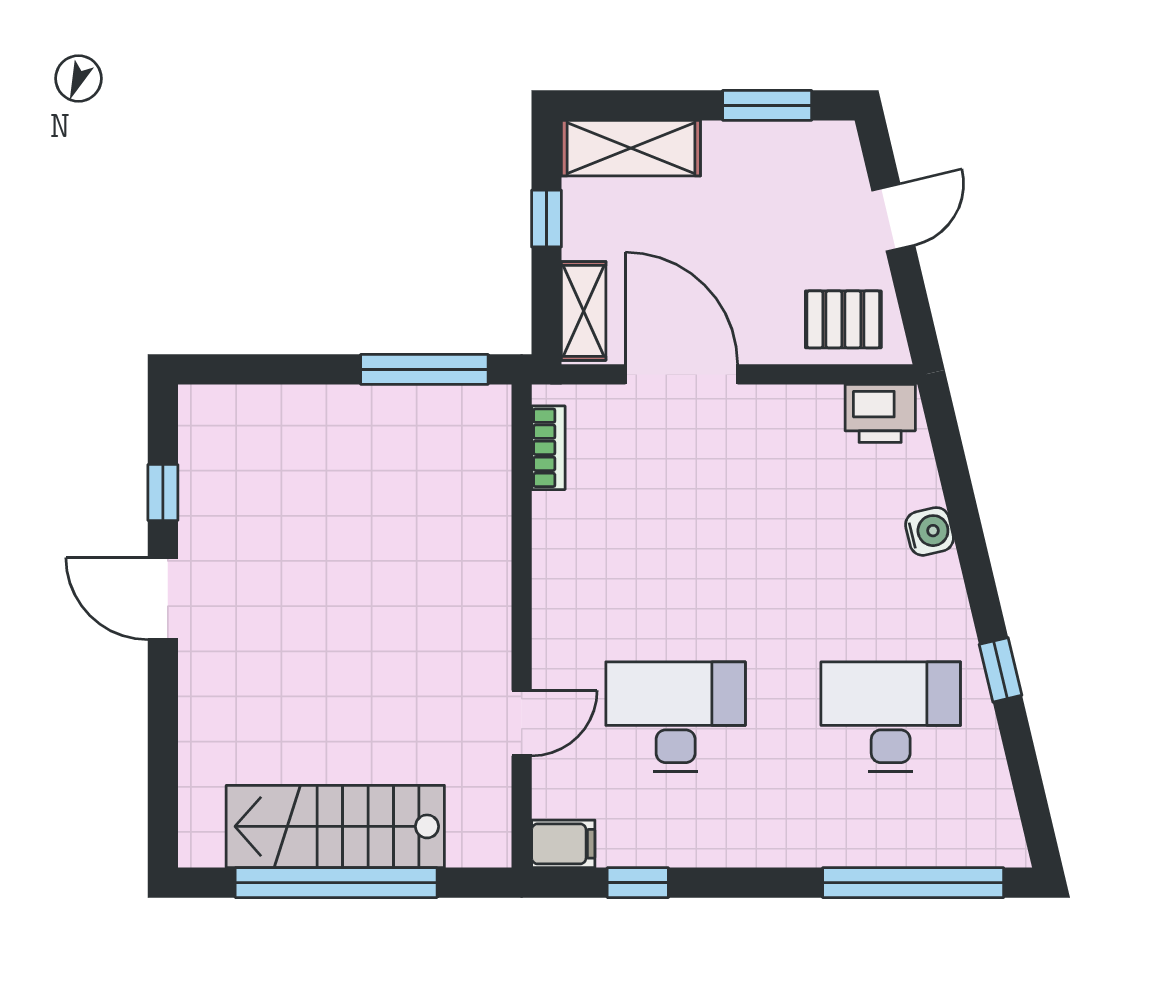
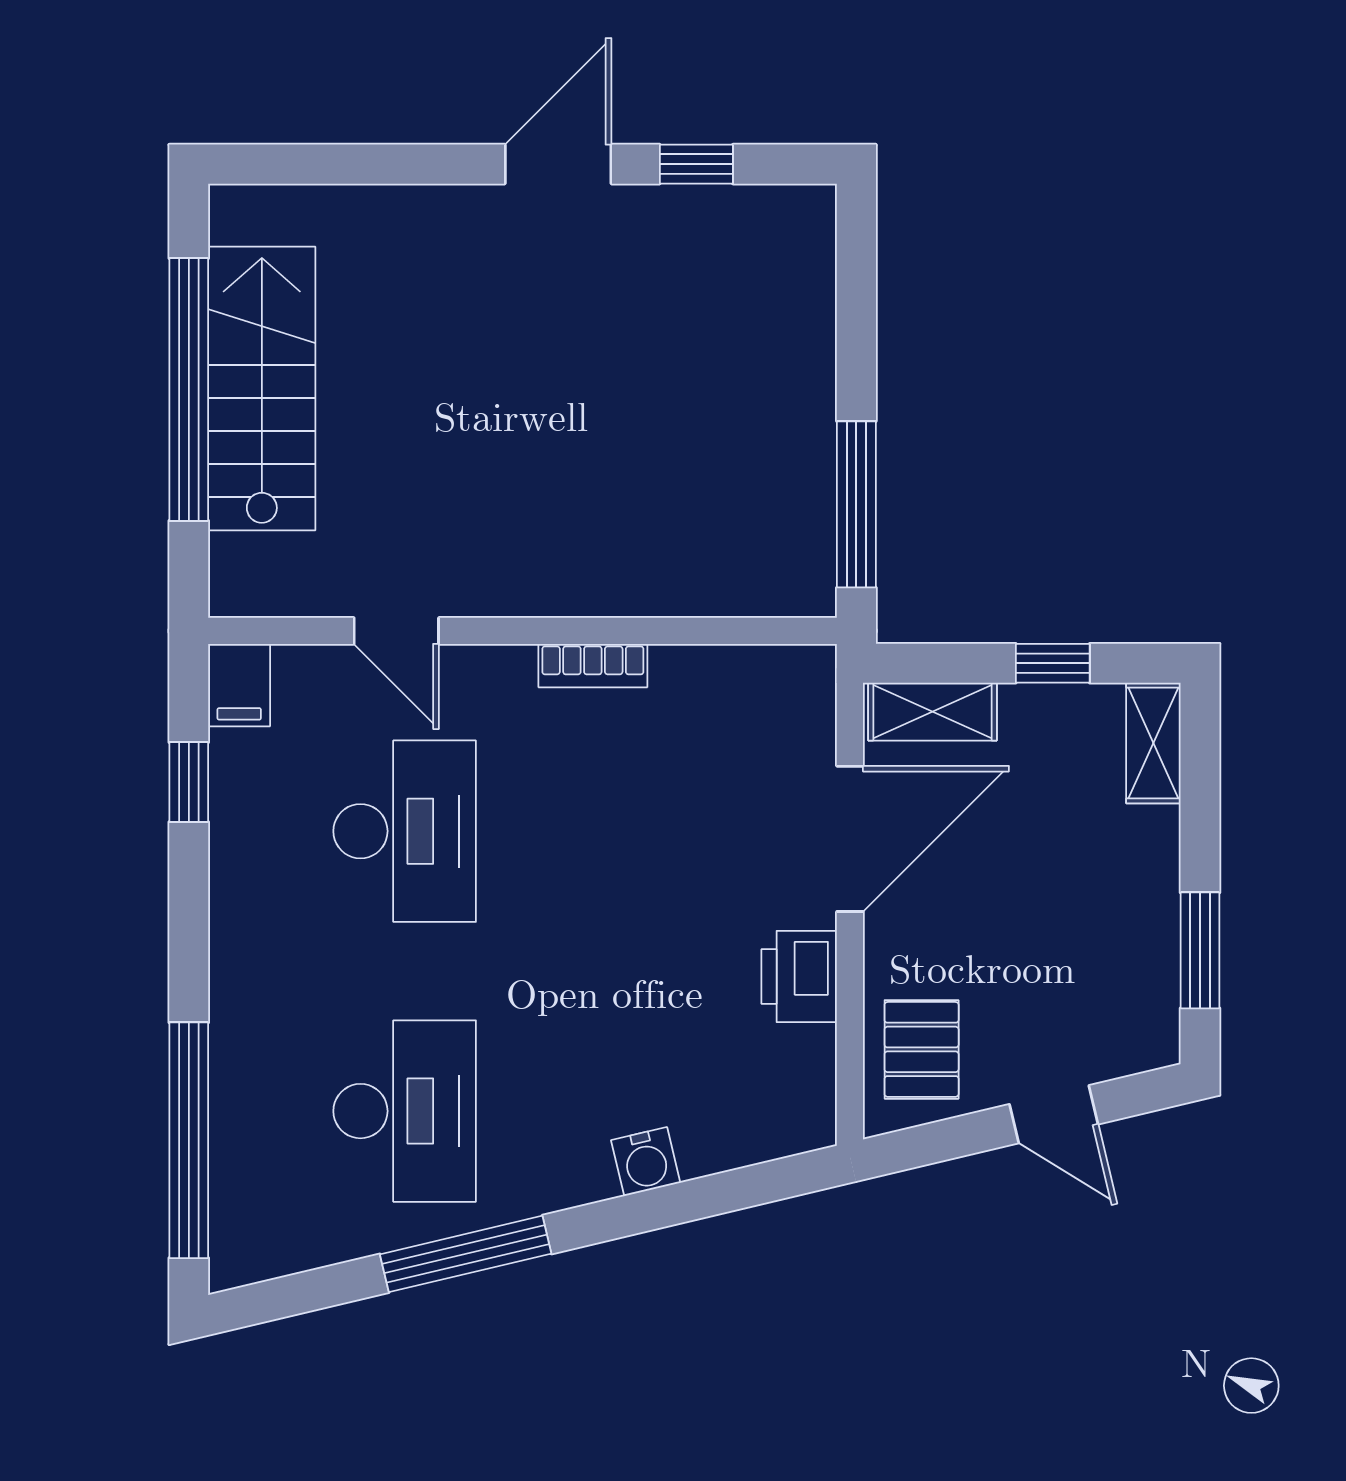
shelving: (631, 148) -> (1153, 743), width x0.67, depth x0.75
printer: (880, 413) -> (799, 977), moved
bookcase: (548, 448) -> (593, 666), moved
window: (1001, 670) -> (466, 1254), width x2.17

